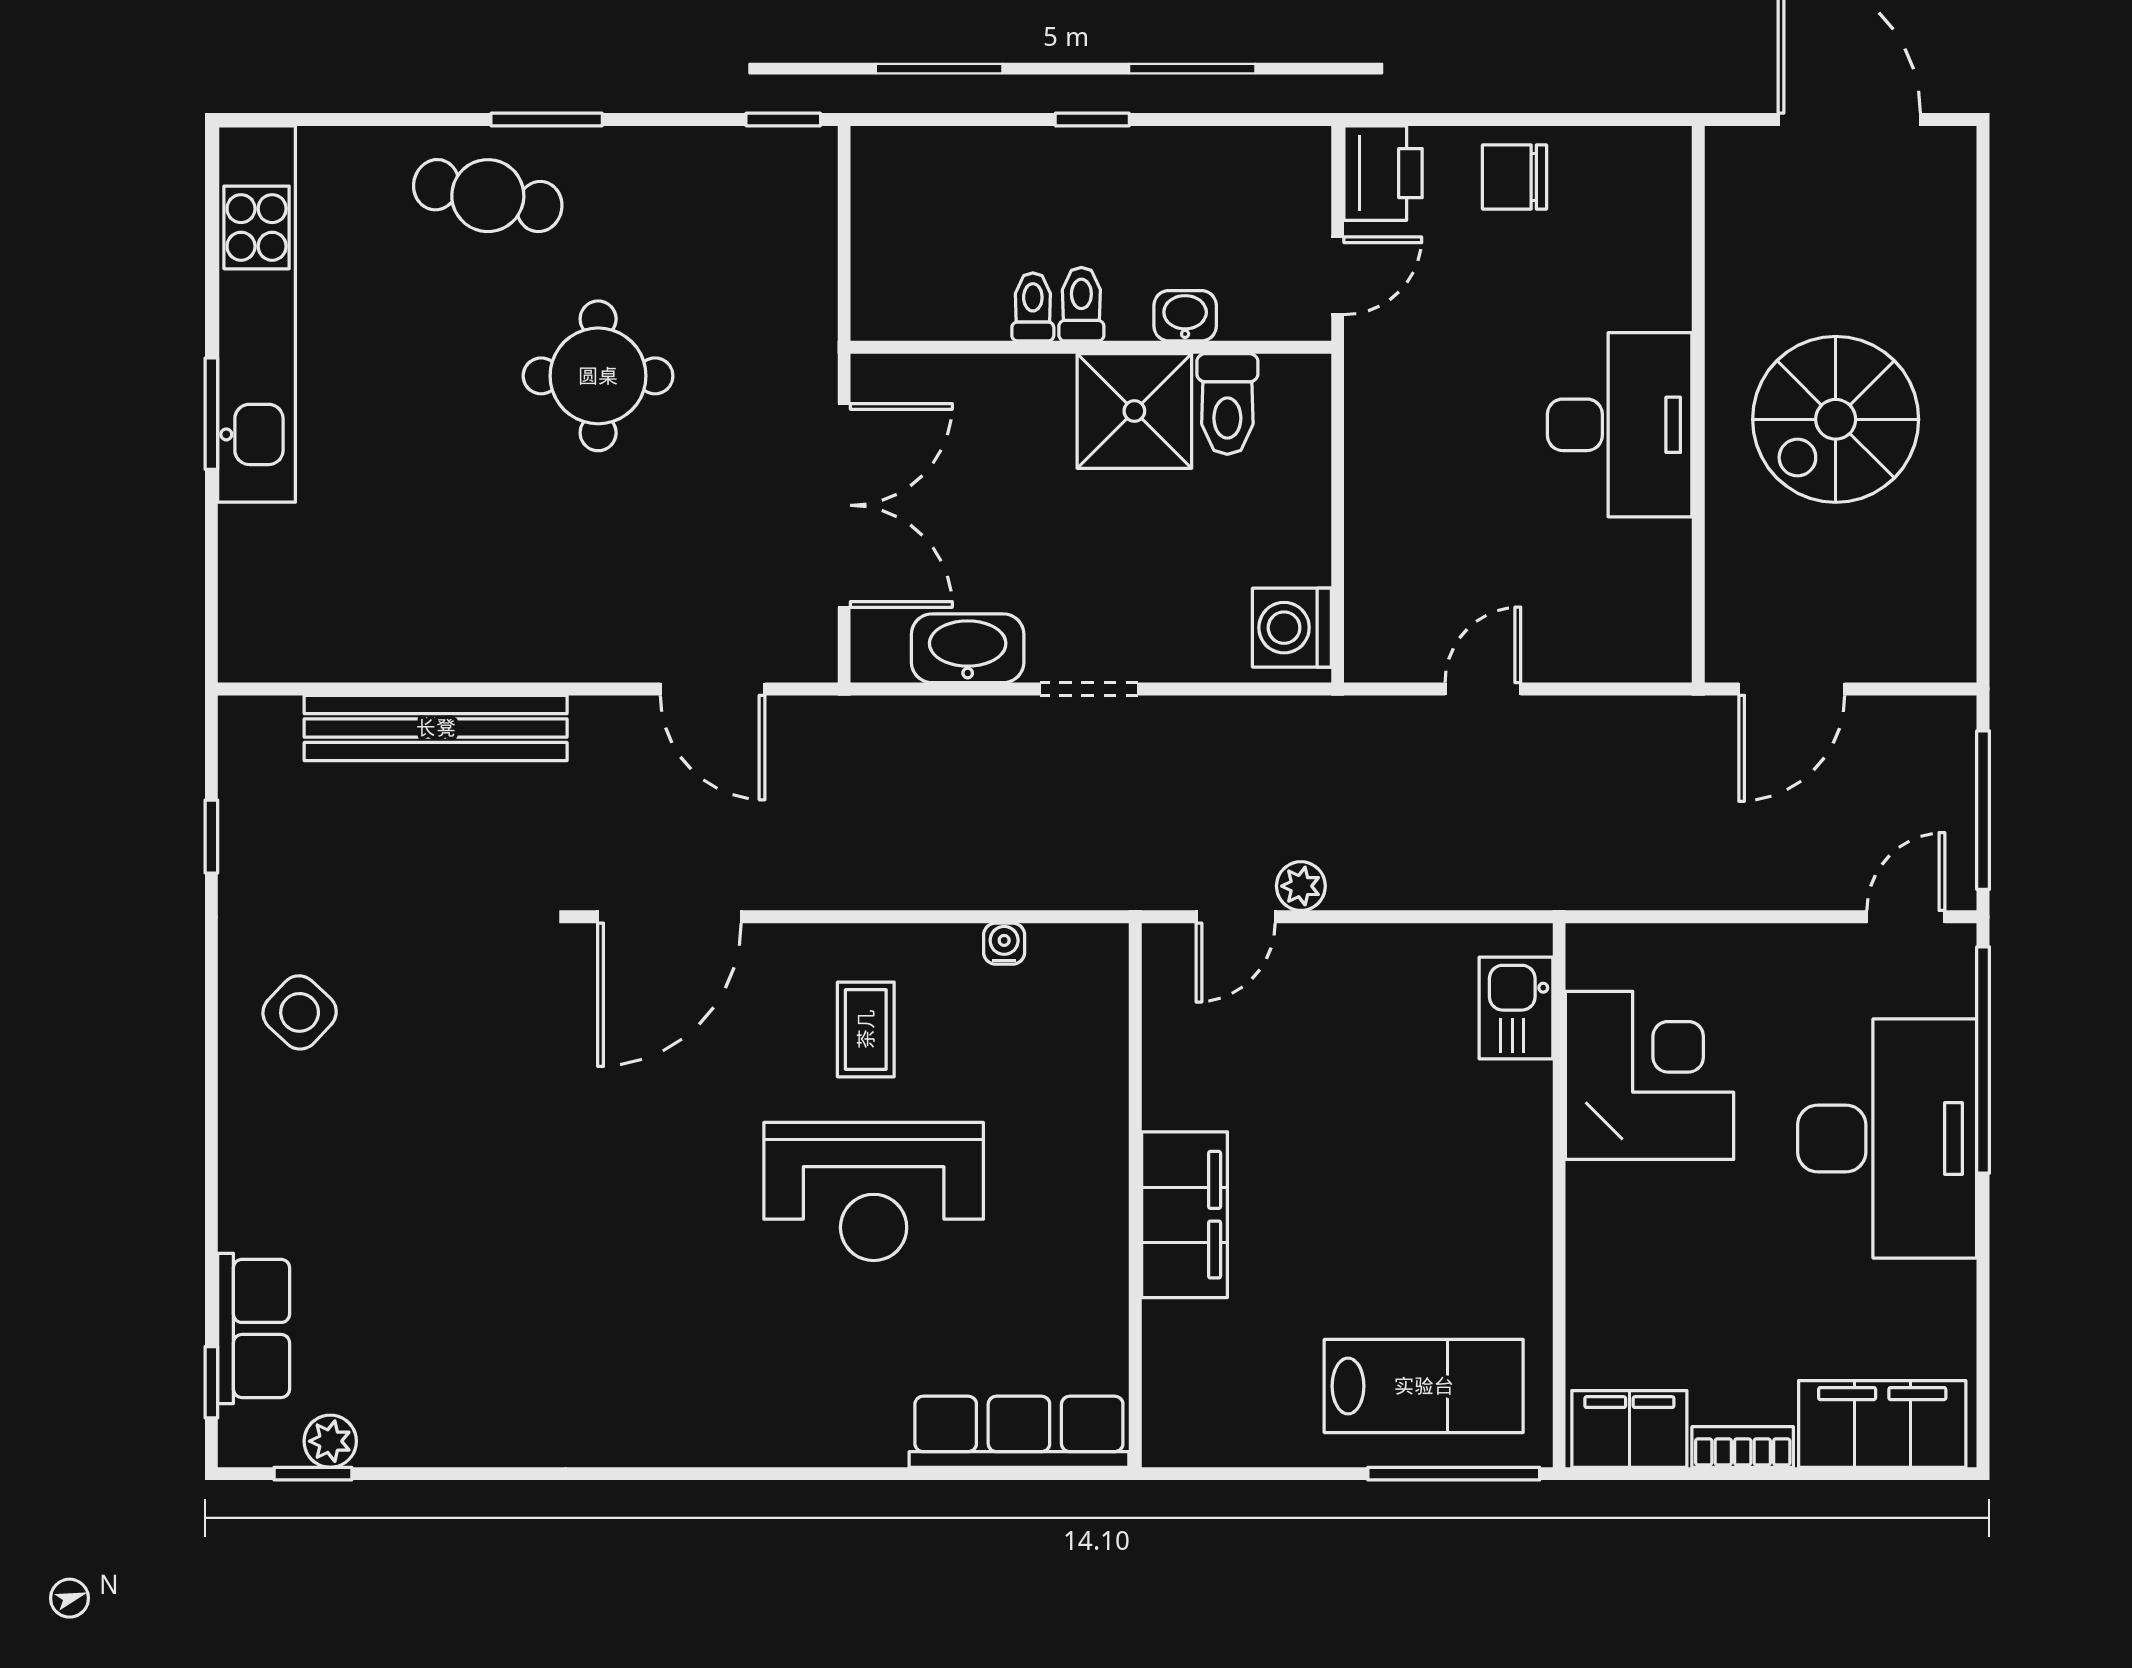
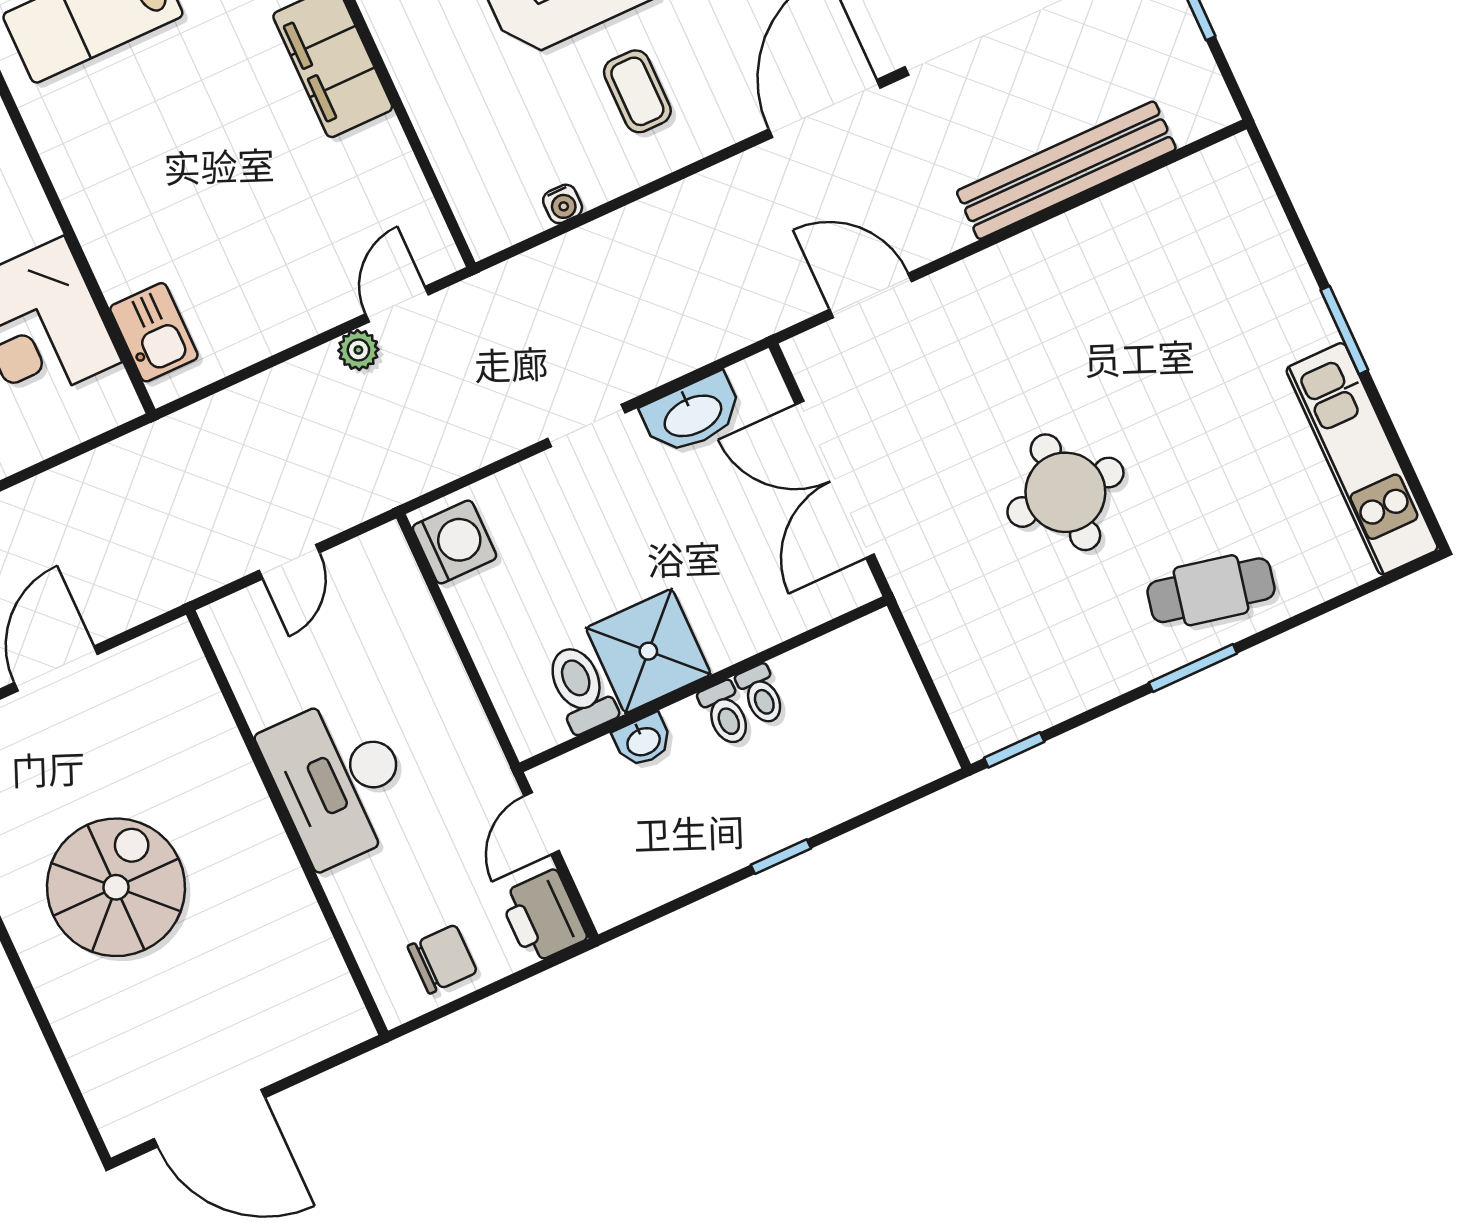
kitchen unit: (257, 314) -> (1362, 459), width x0.73
wall: (1698, 404) -> (287, 823), moved
desk: (1620, 425) -> (339, 780), moved

